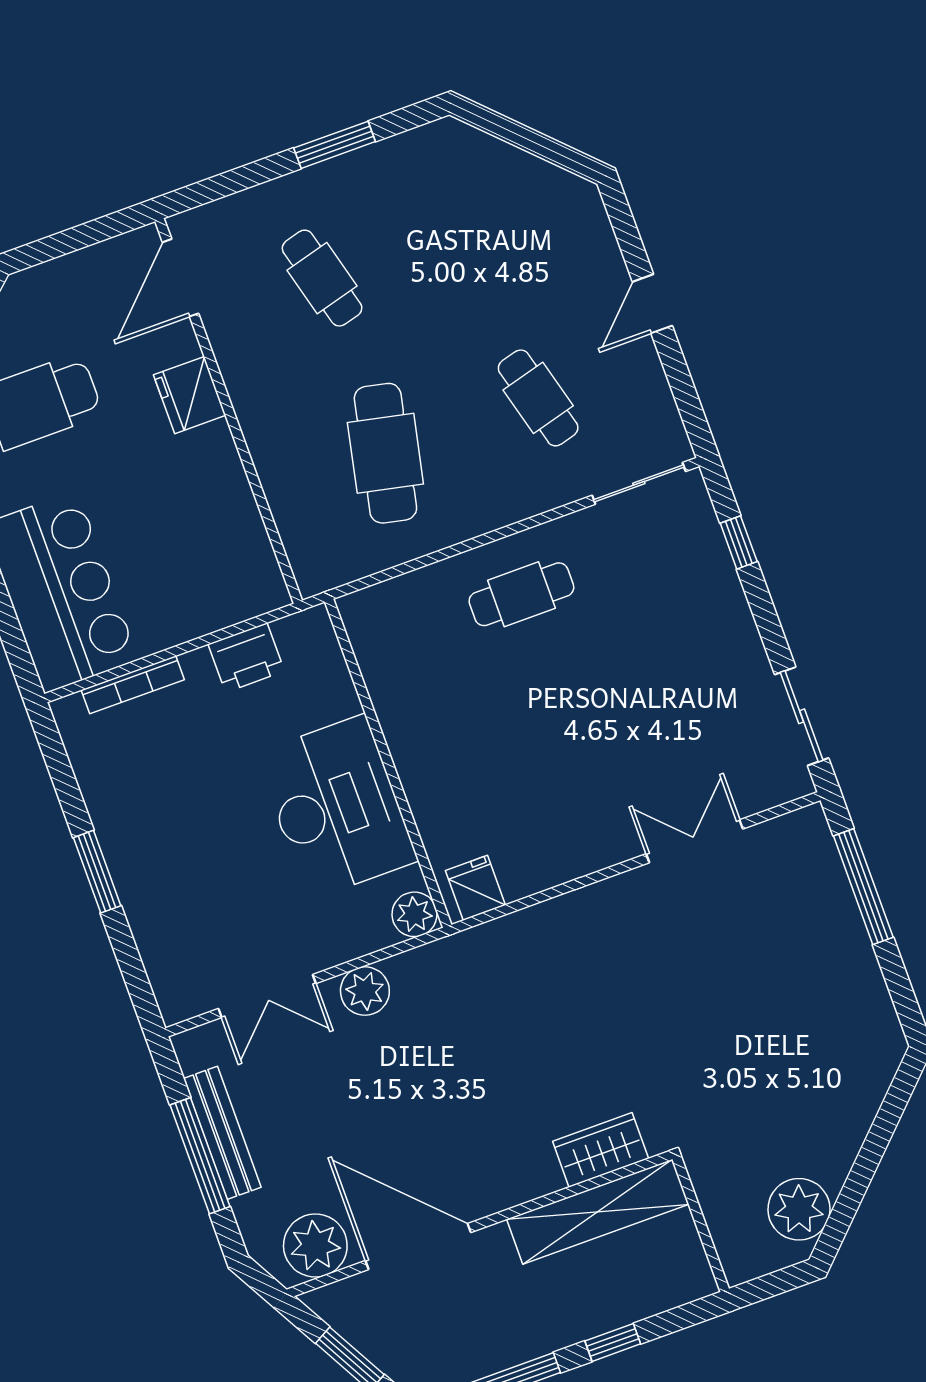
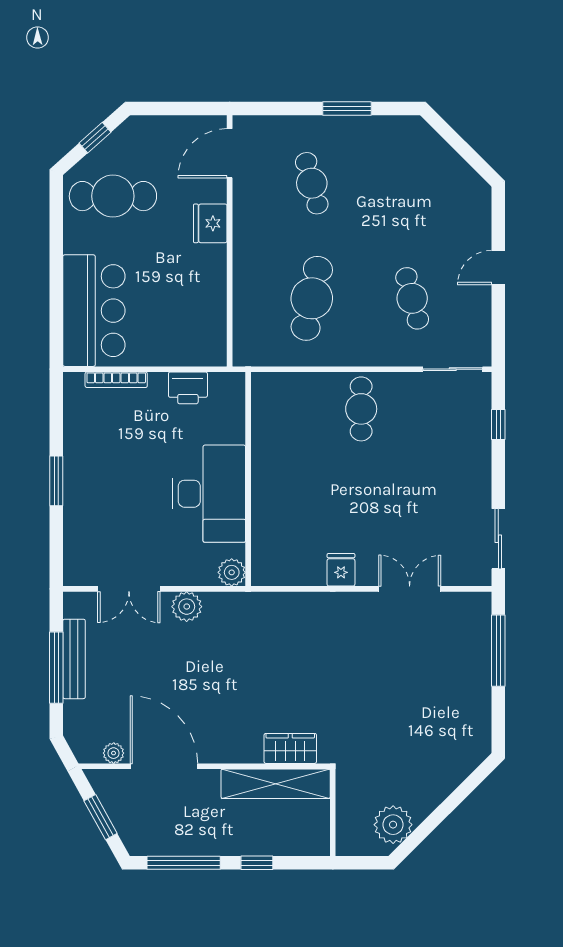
cafe table: (521, 594) -> (361, 409), turned 90
fridge: (475, 888) -> (341, 570), moved
plant: (315, 1246) -> (114, 753), width x0.53, depth x0.53

